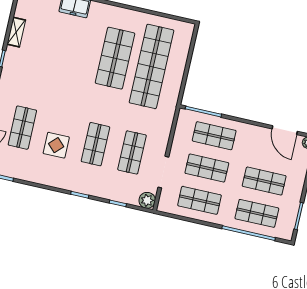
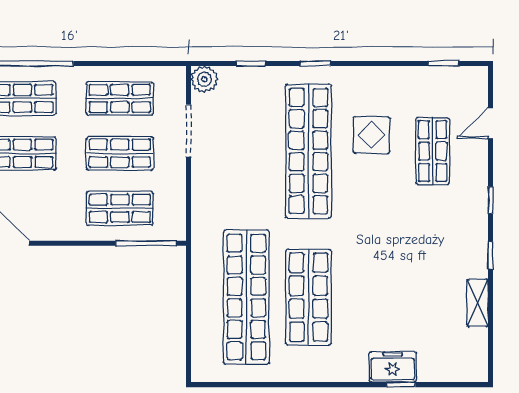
shop shelf: (95, 144) -> (308, 151), width x2.00, depth x1.36
shop shelf: (132, 152) -> (246, 151), removed

